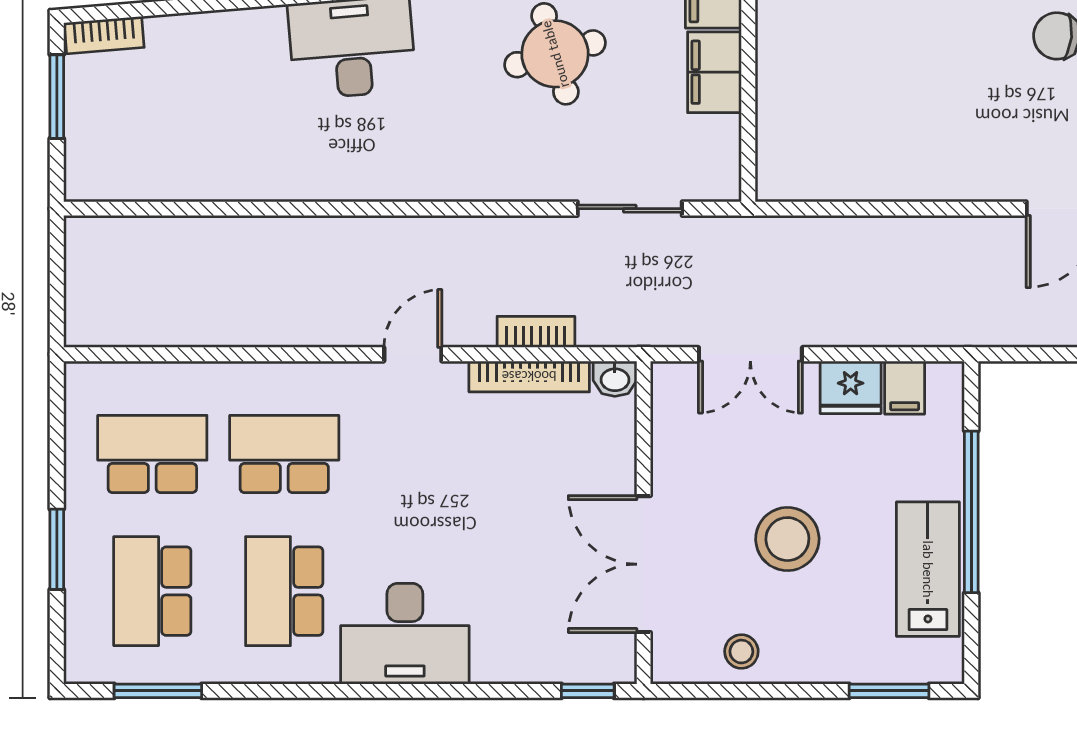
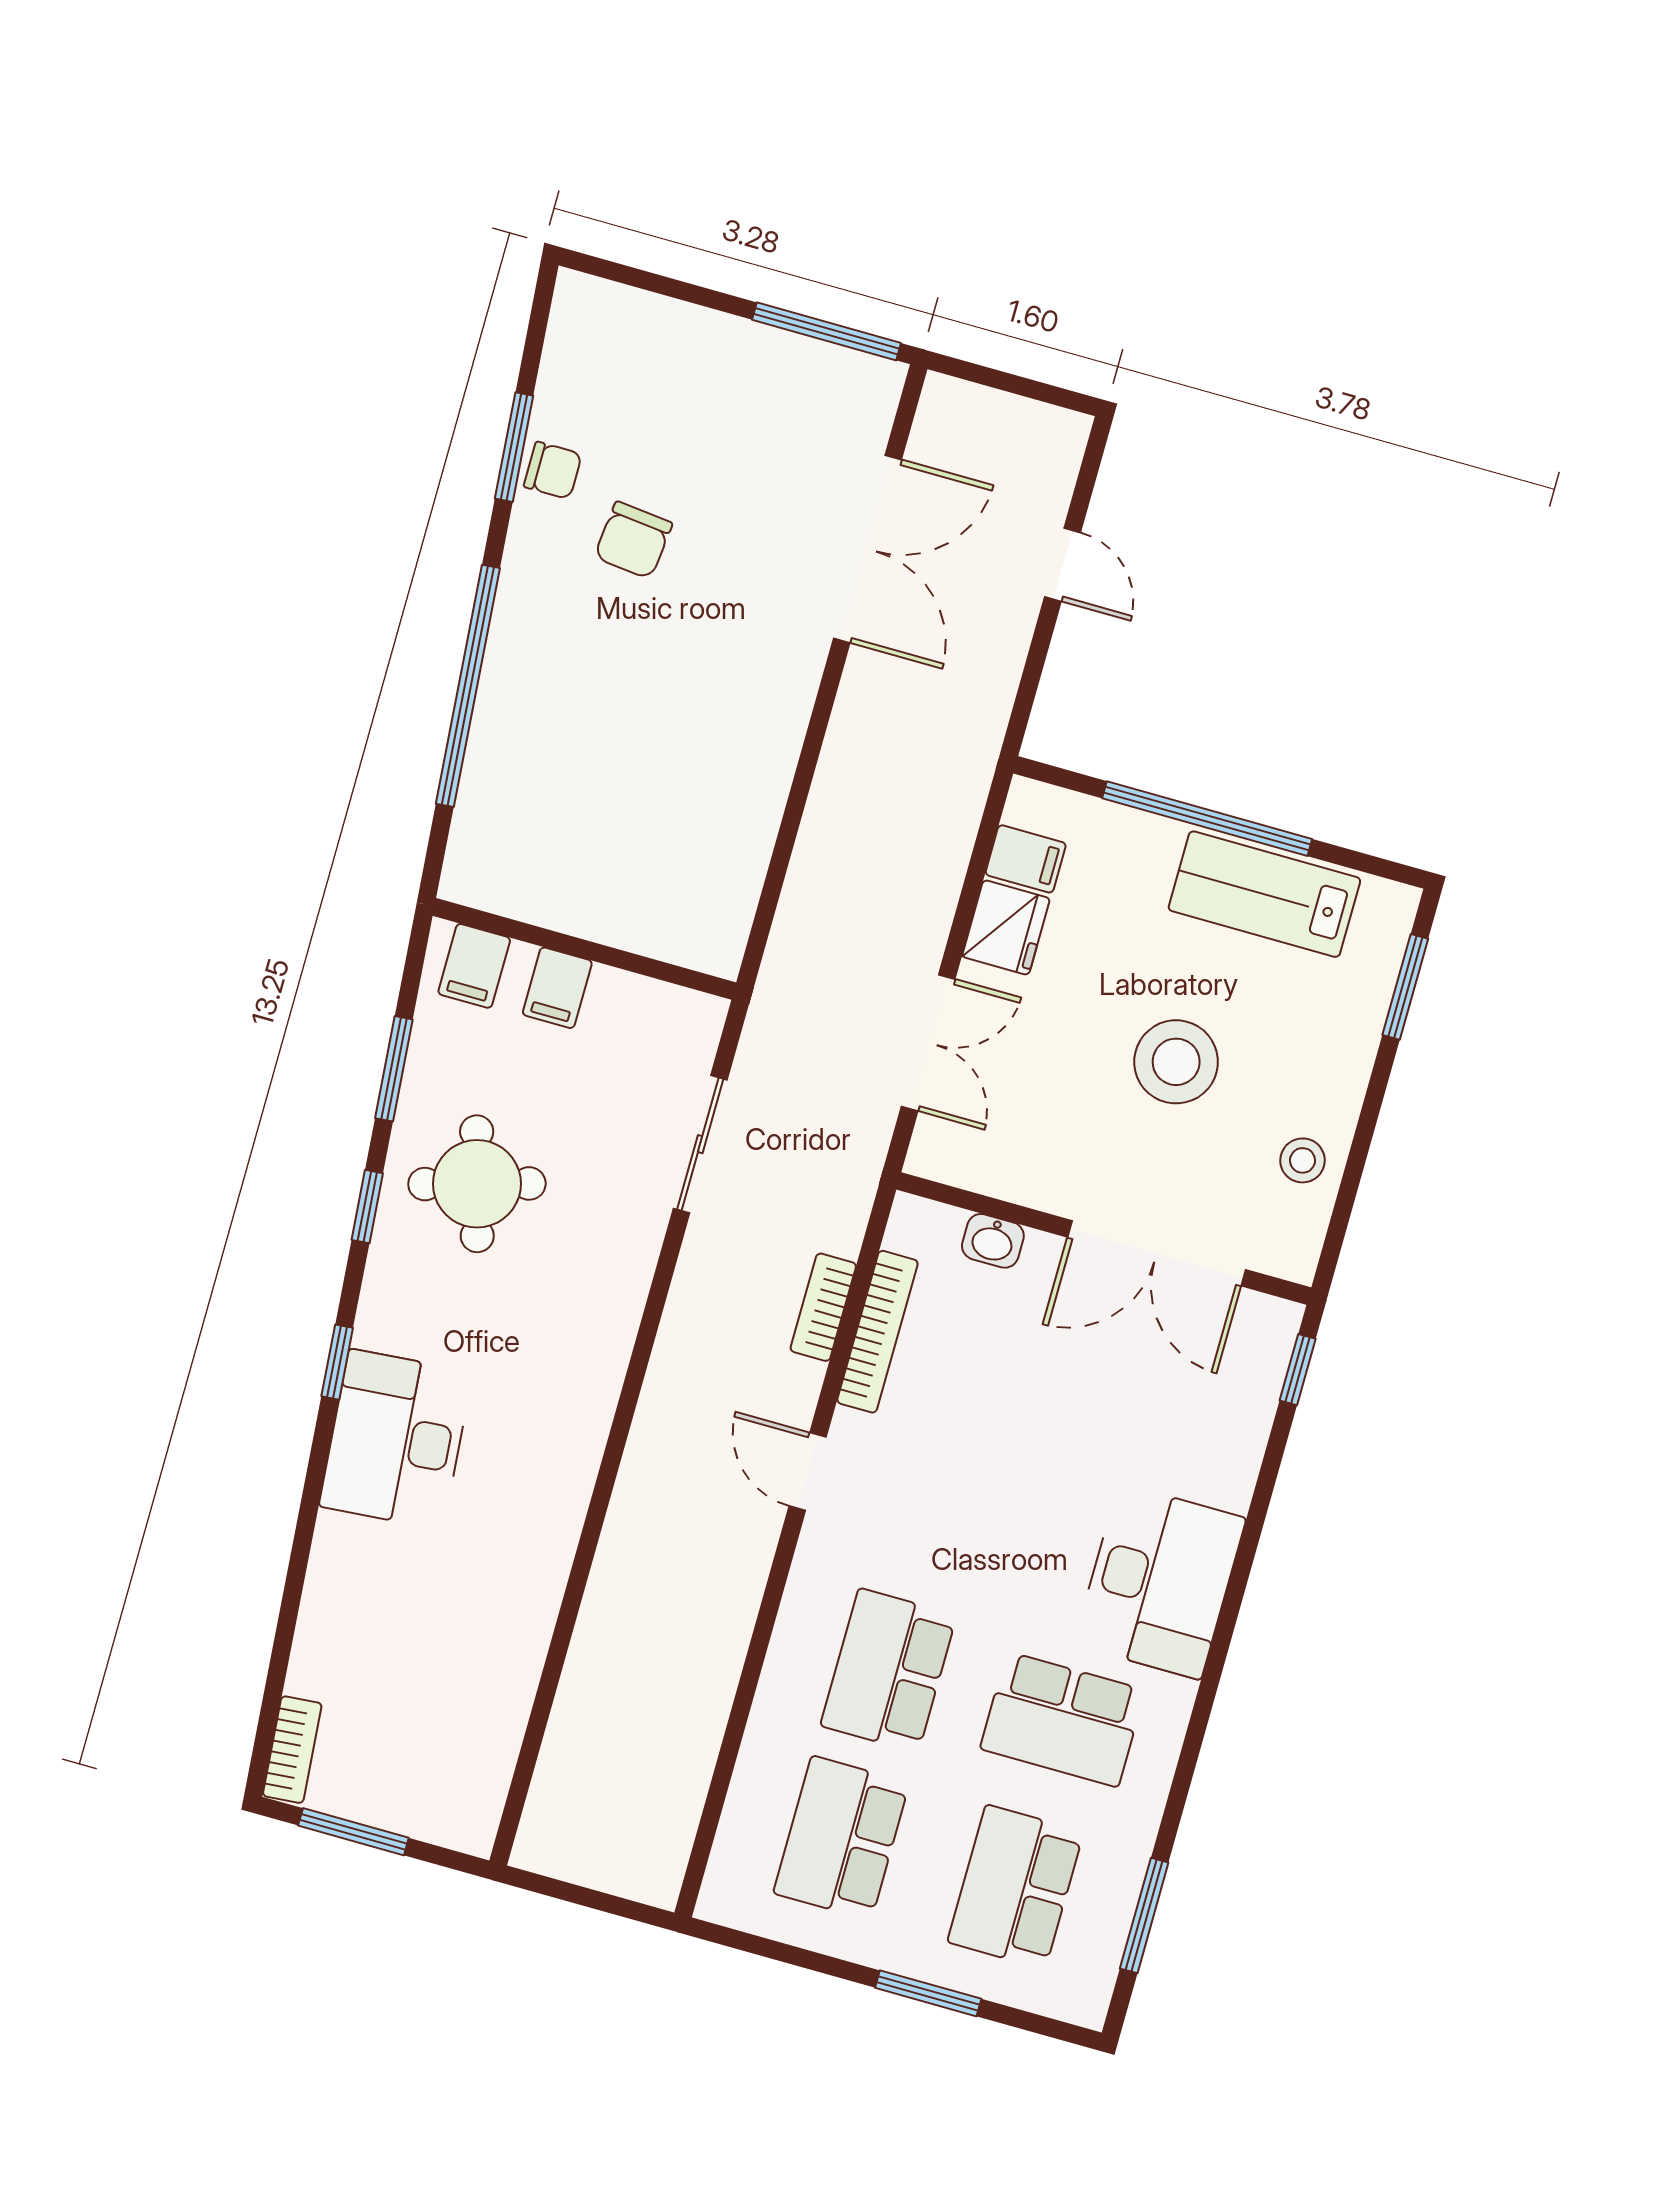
filing cabinet: (715, 72) -> (557, 988), width x0.50
washbasin: (615, 379) -> (993, 1241), moved, turned 90
school desk: (152, 591) -> (1016, 1887), turned 90

